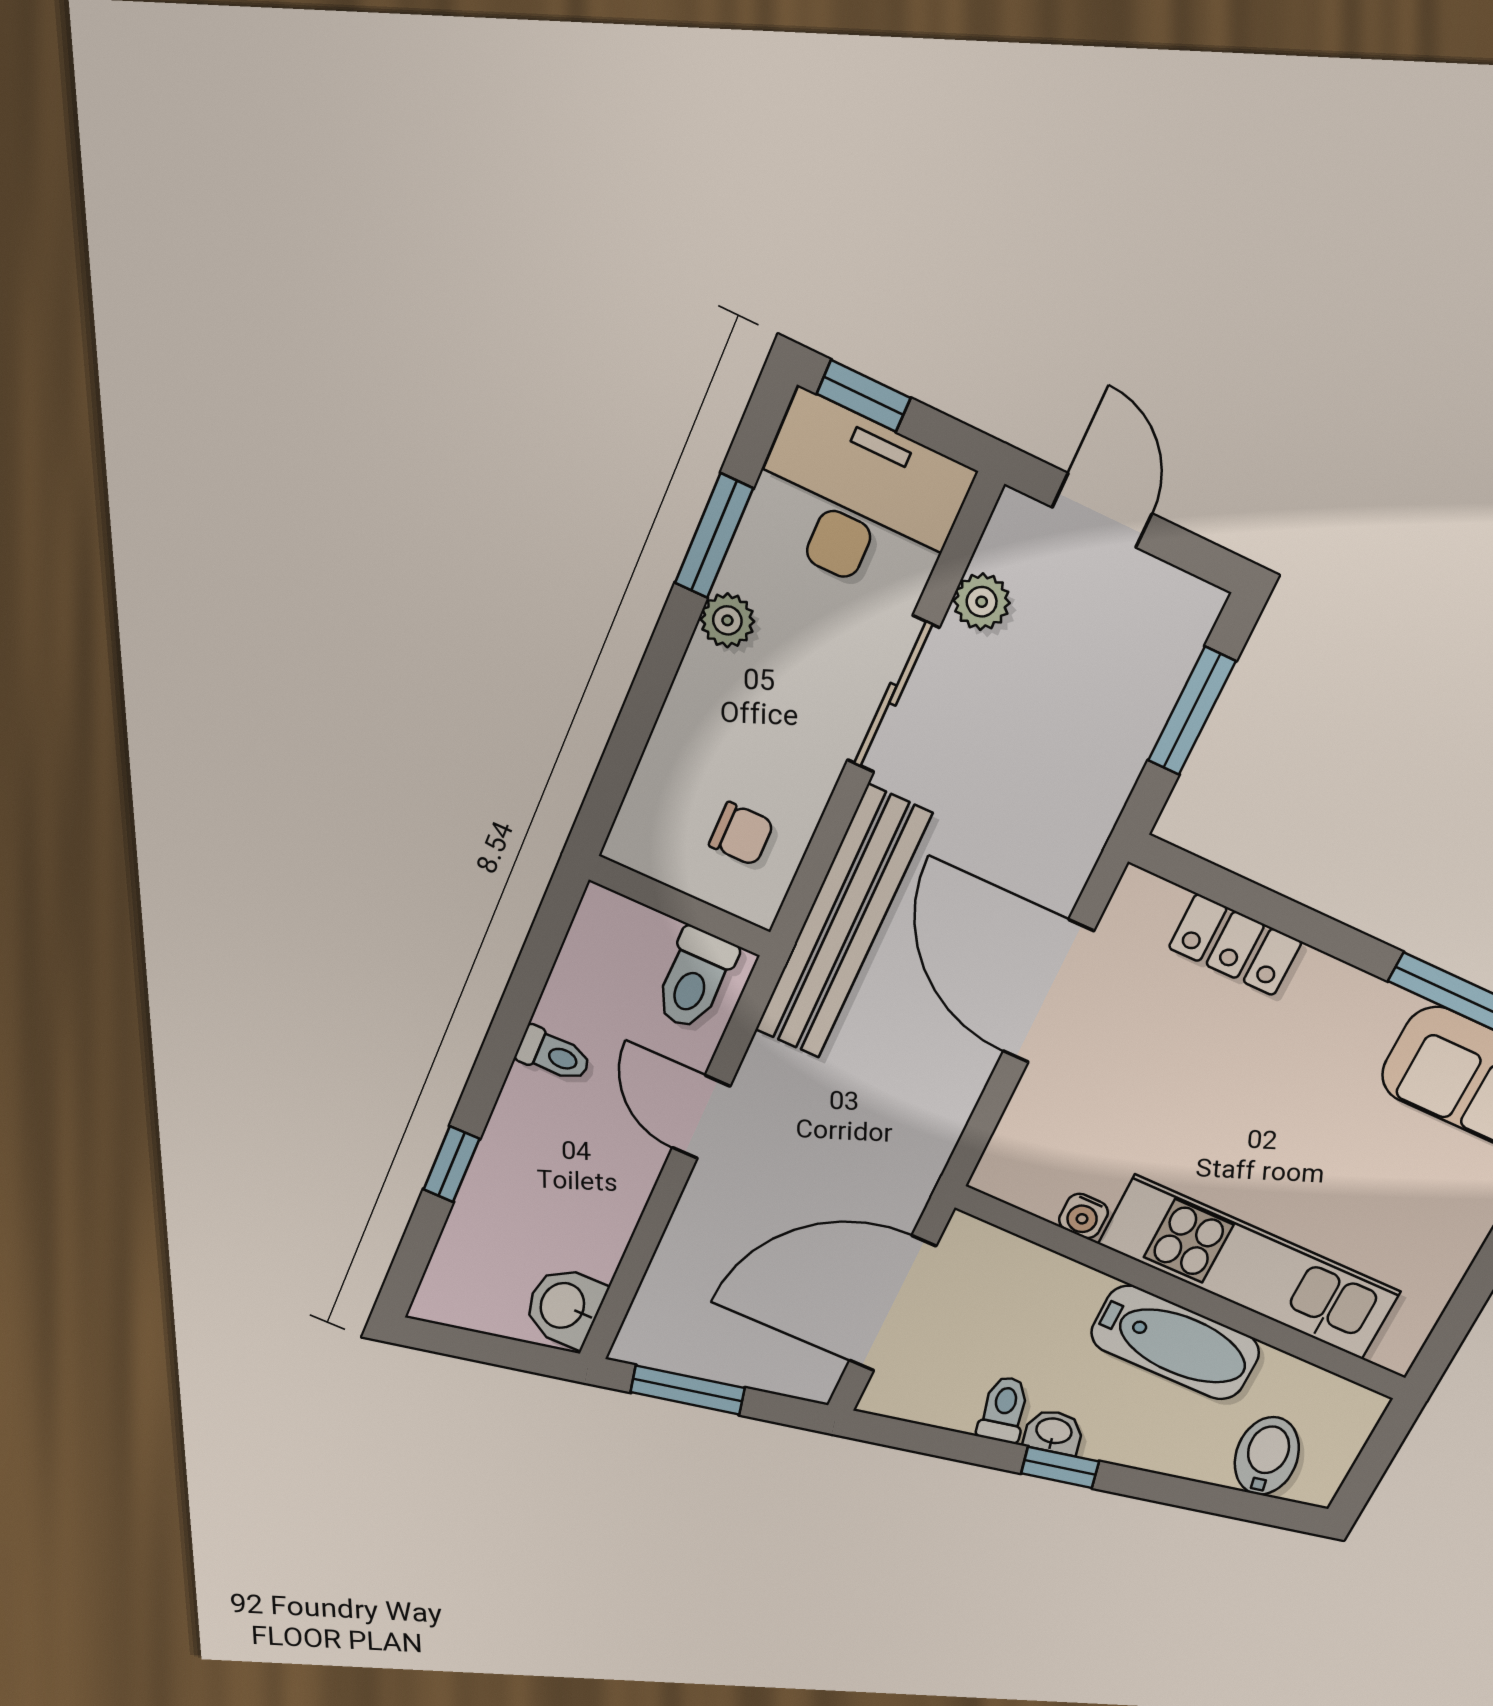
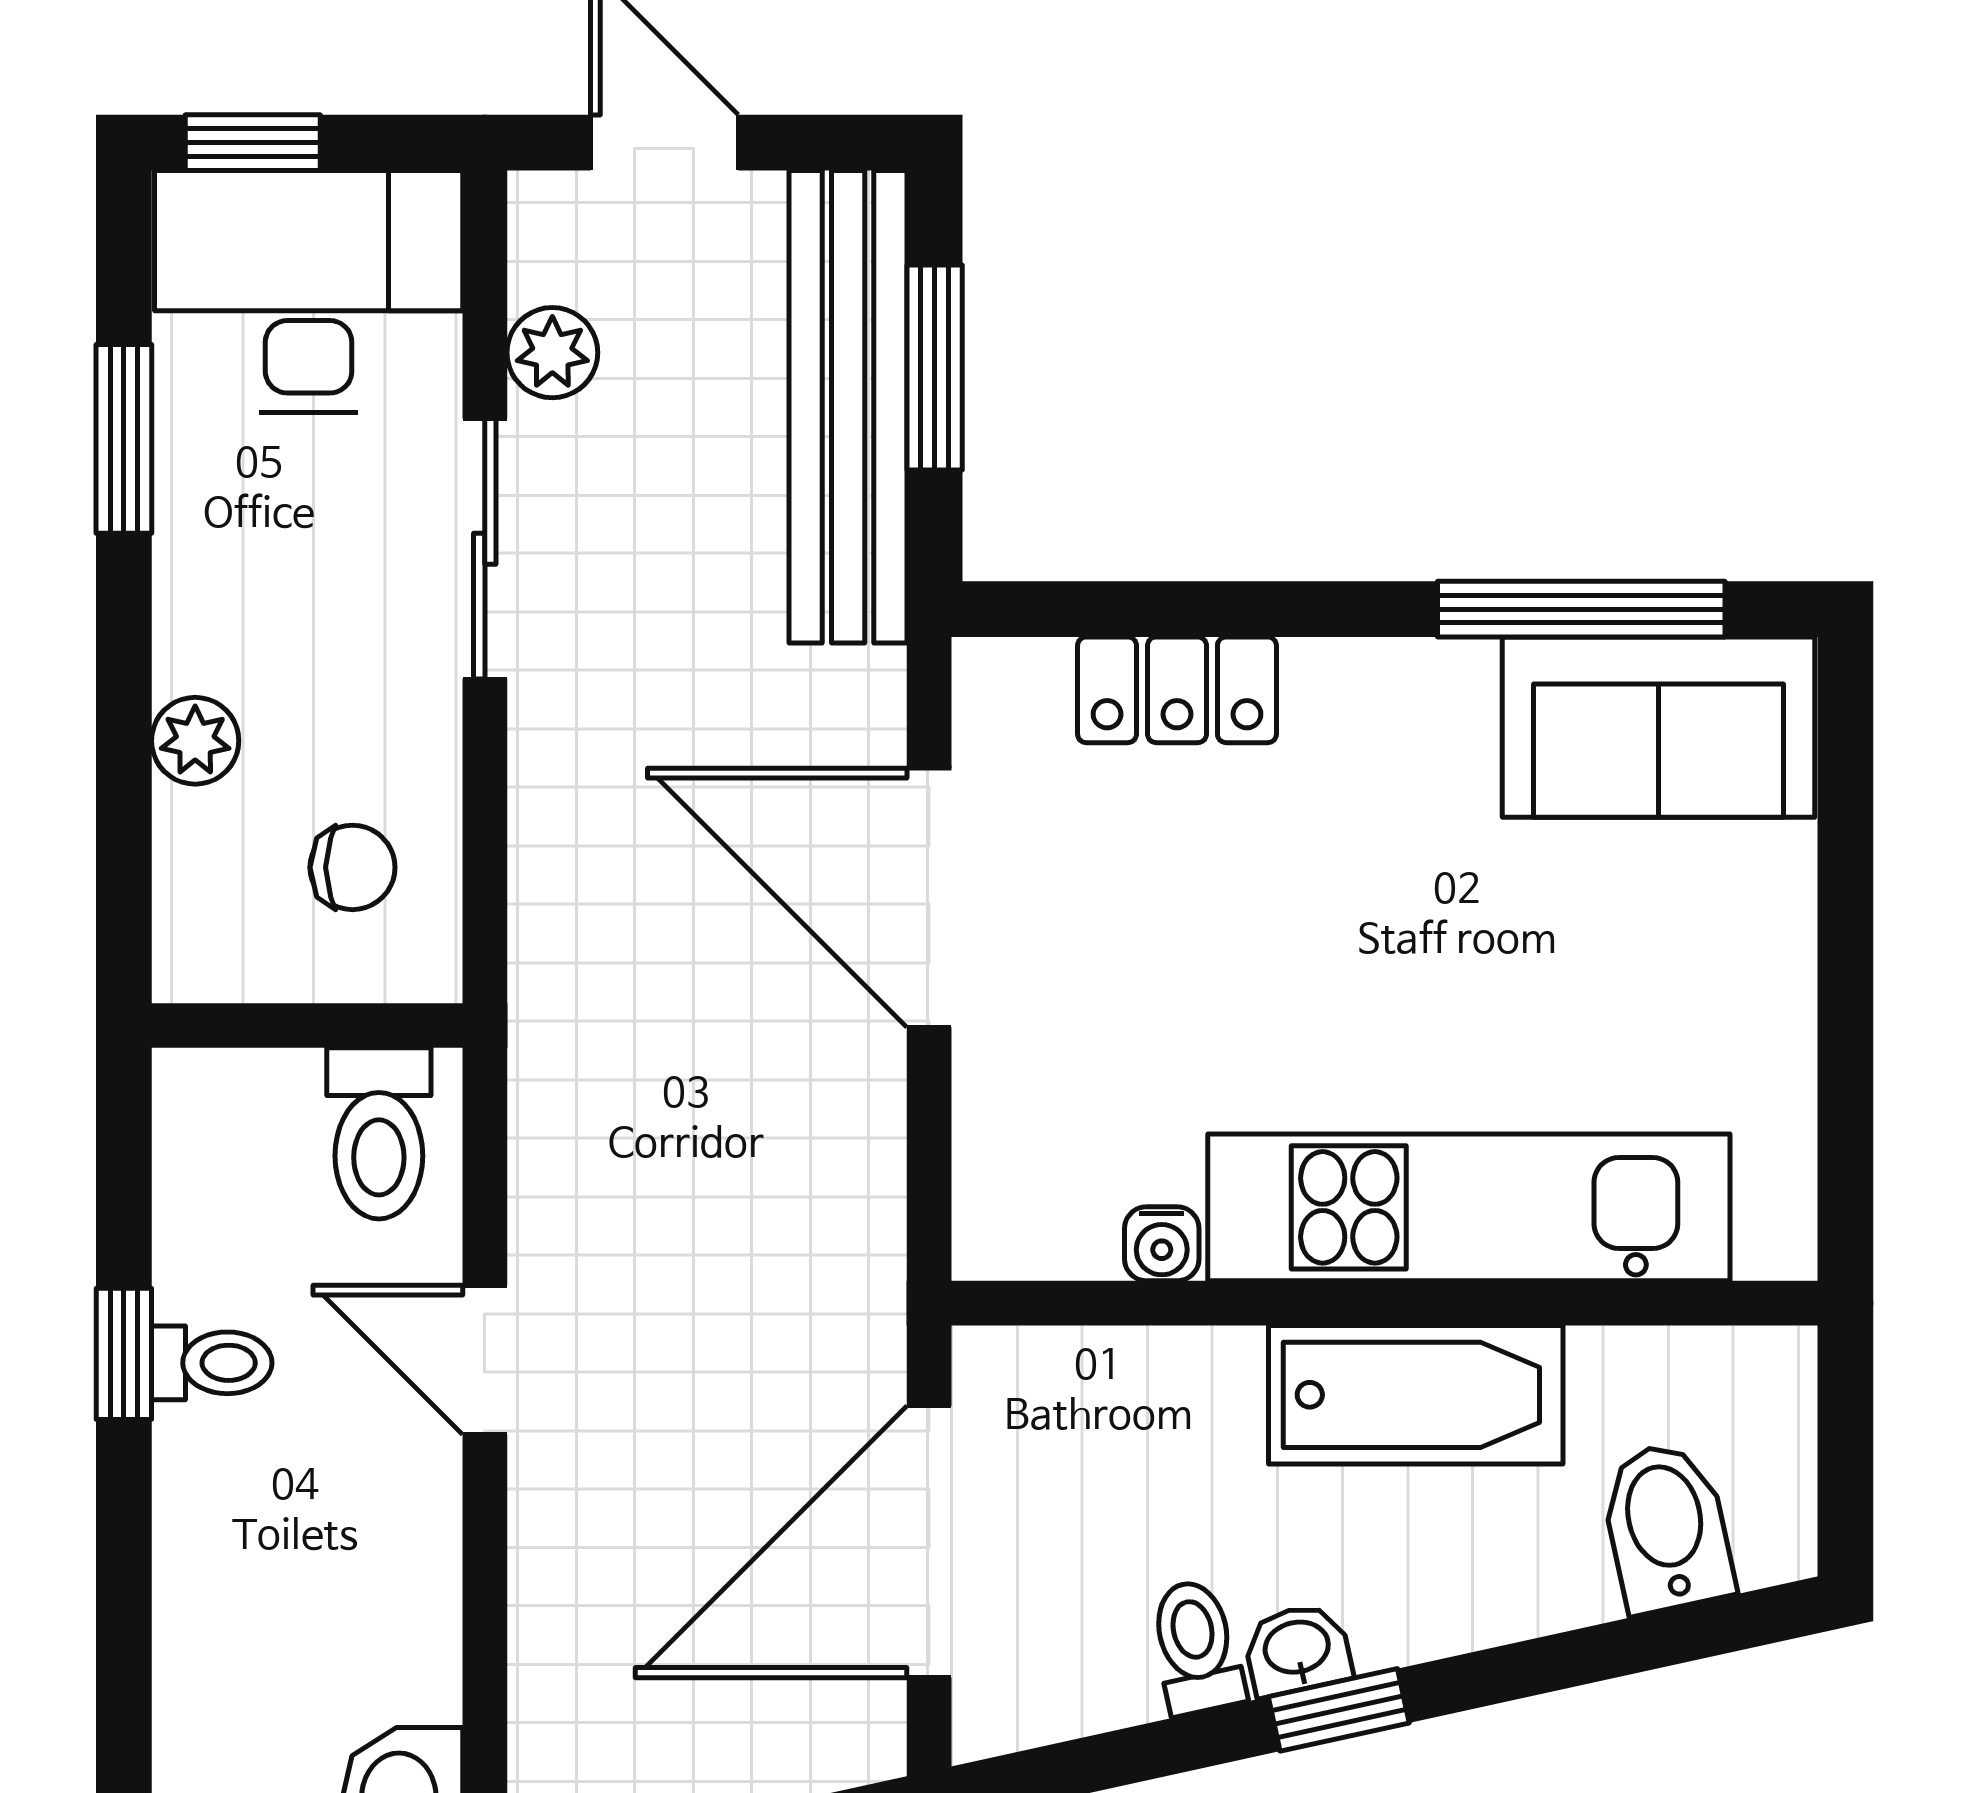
plant: (727, 620) -> (195, 741), moved
bench: (843, 923) -> (848, 407), moved
window: (451, 1164) -> (124, 1354), moved

